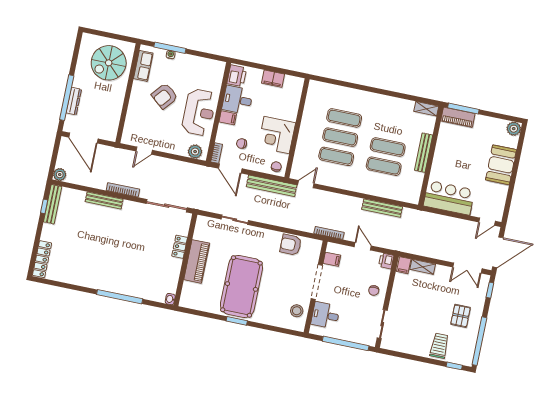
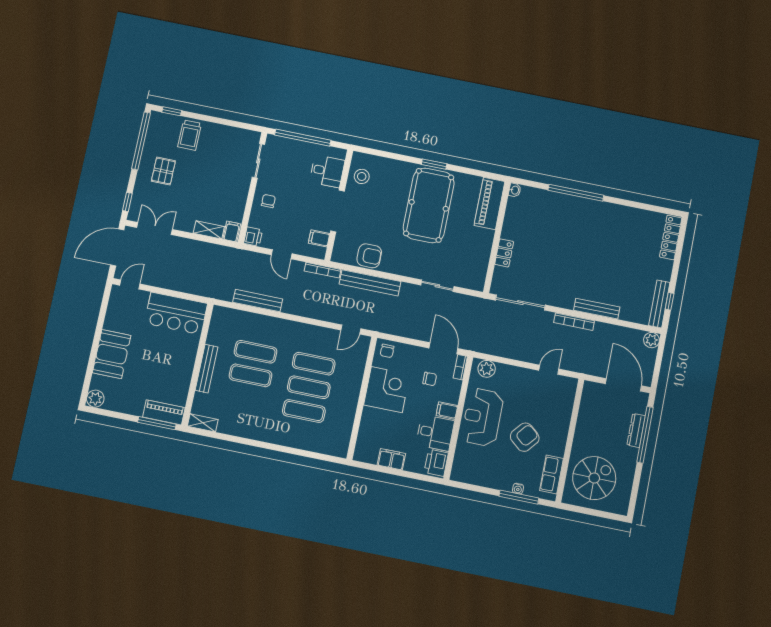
bench: (272, 186) -> (370, 283), moved
piano: (197, 261) -> (489, 203), moved

